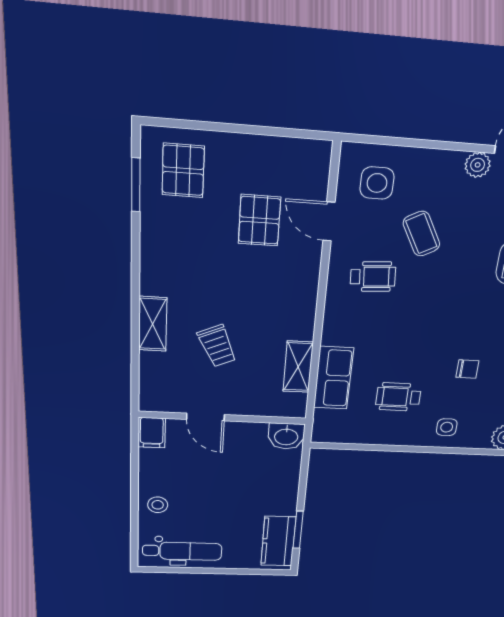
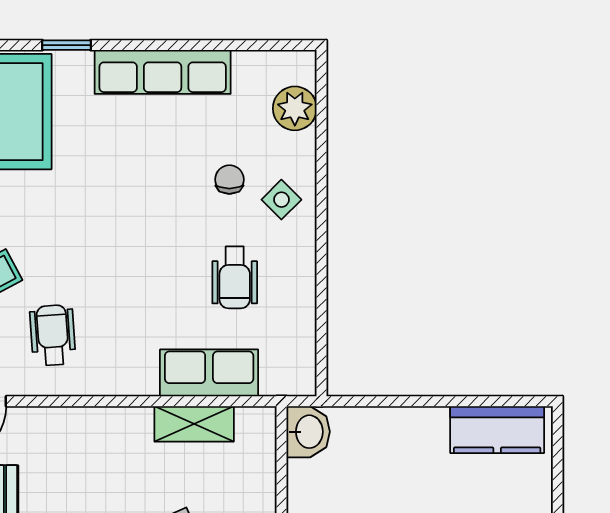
chair: (467, 369) -> (229, 180), moved
side table: (447, 427) -> (281, 200), turned 45
window: (298, 530) -> (474, 401), removed

